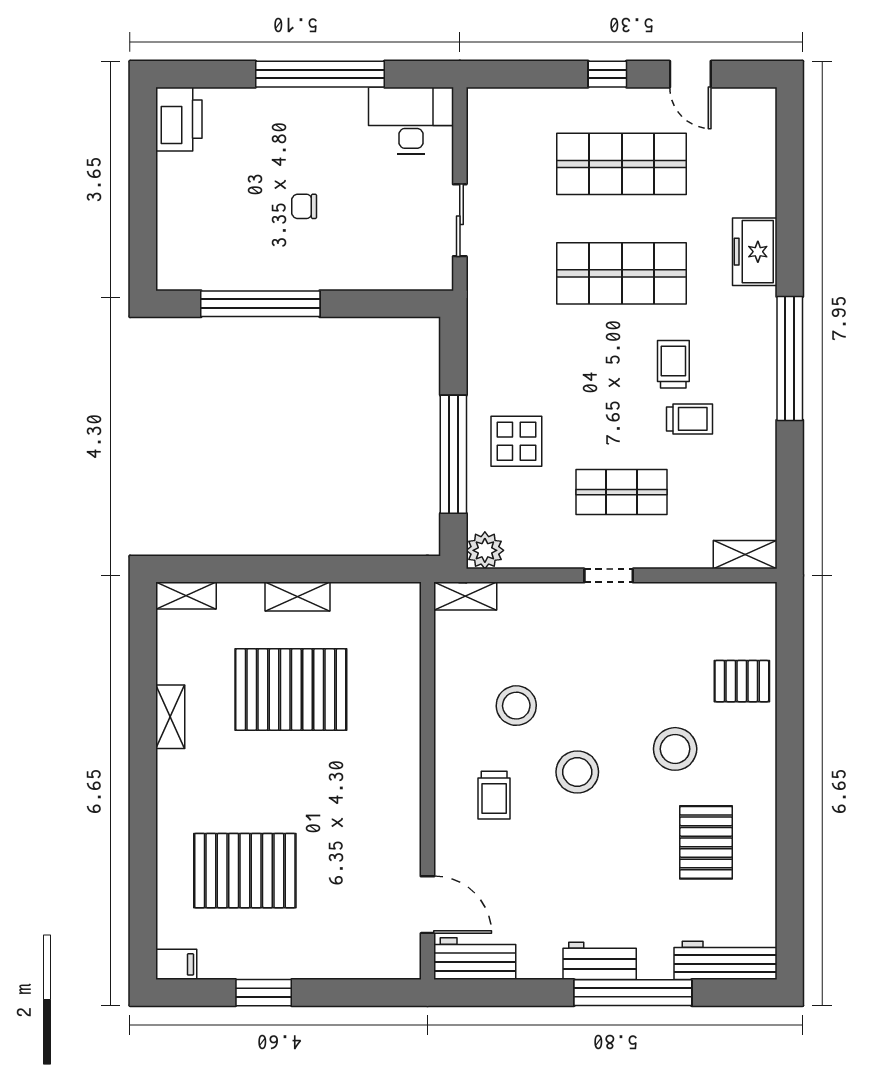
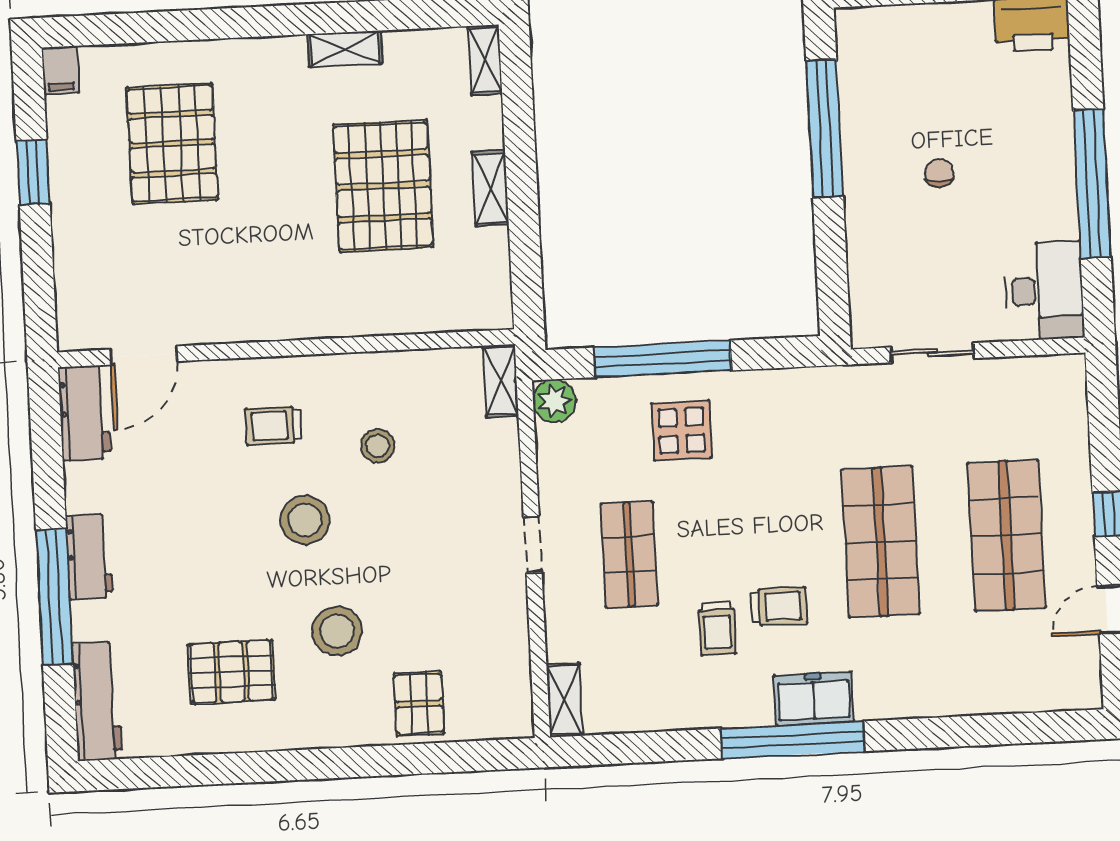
freezer: (755, 252) -> (814, 699), moved
stool: (516, 706) -> (378, 446), width x0.73, depth x0.73

